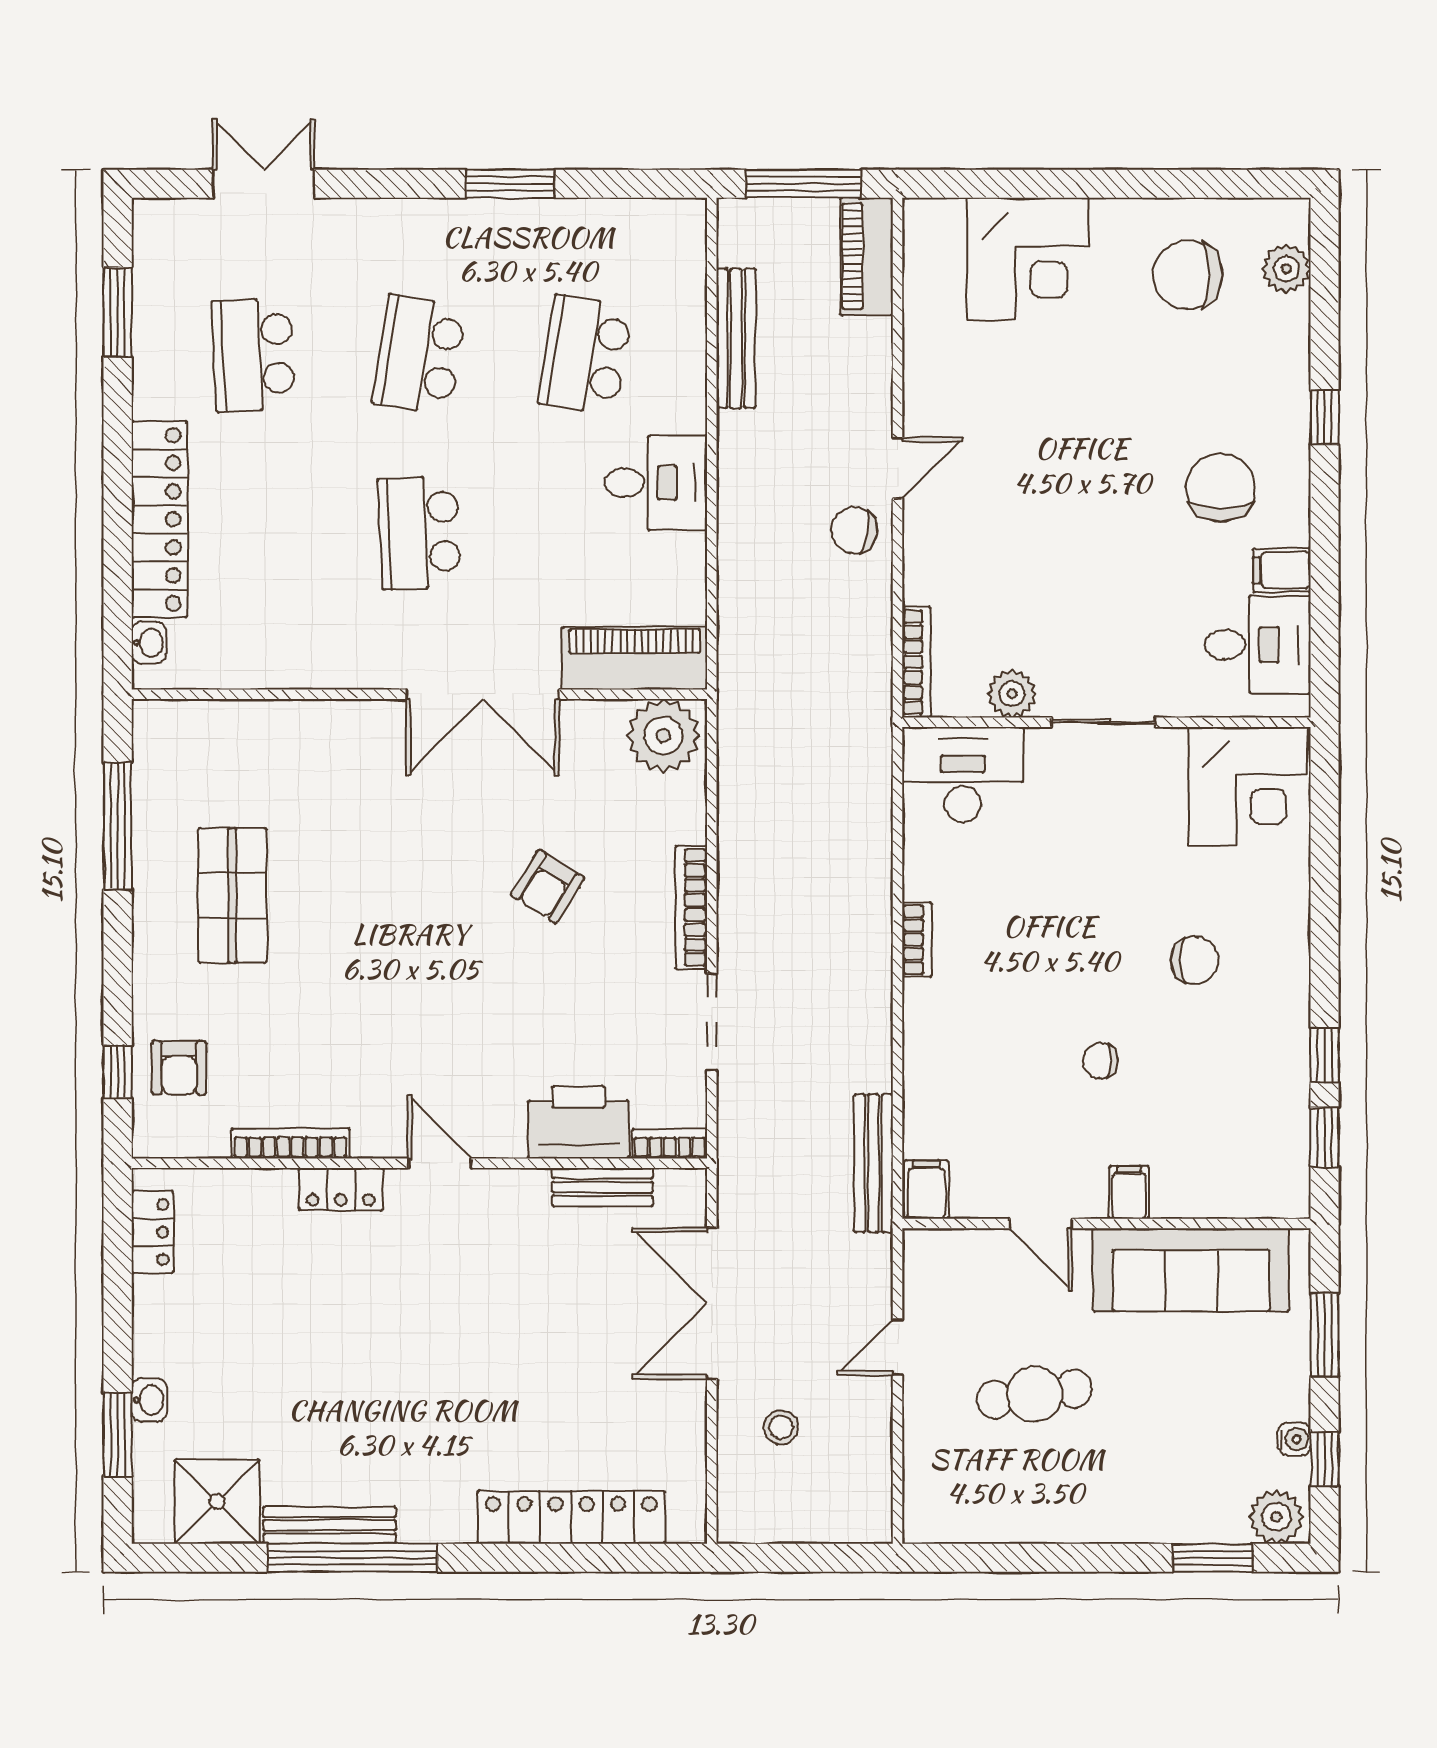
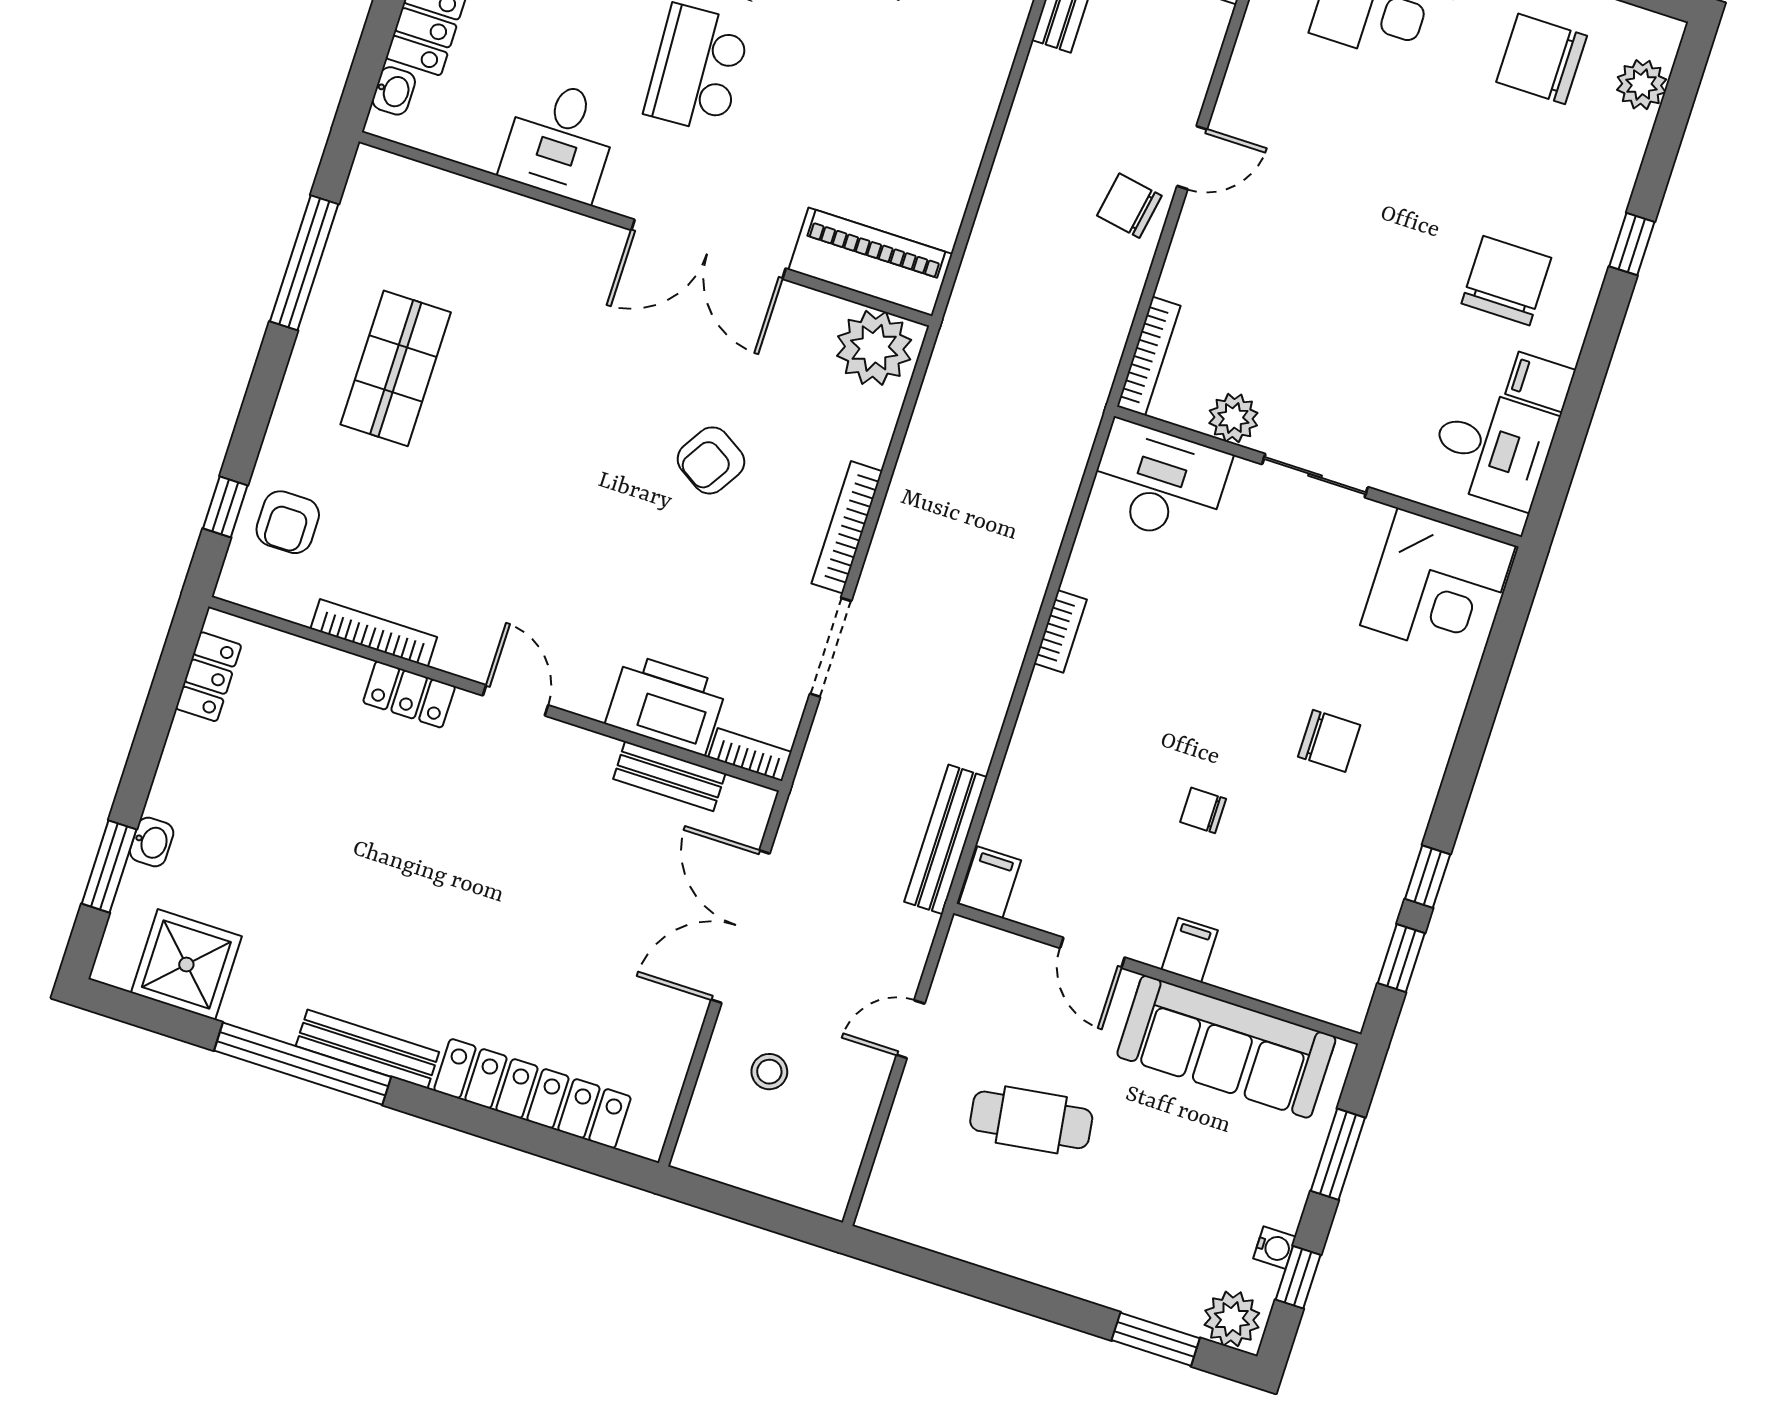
desk: (656, 483) -> (560, 140), moved, turned 90
bench: (330, 1525) -> (367, 1049), moved

